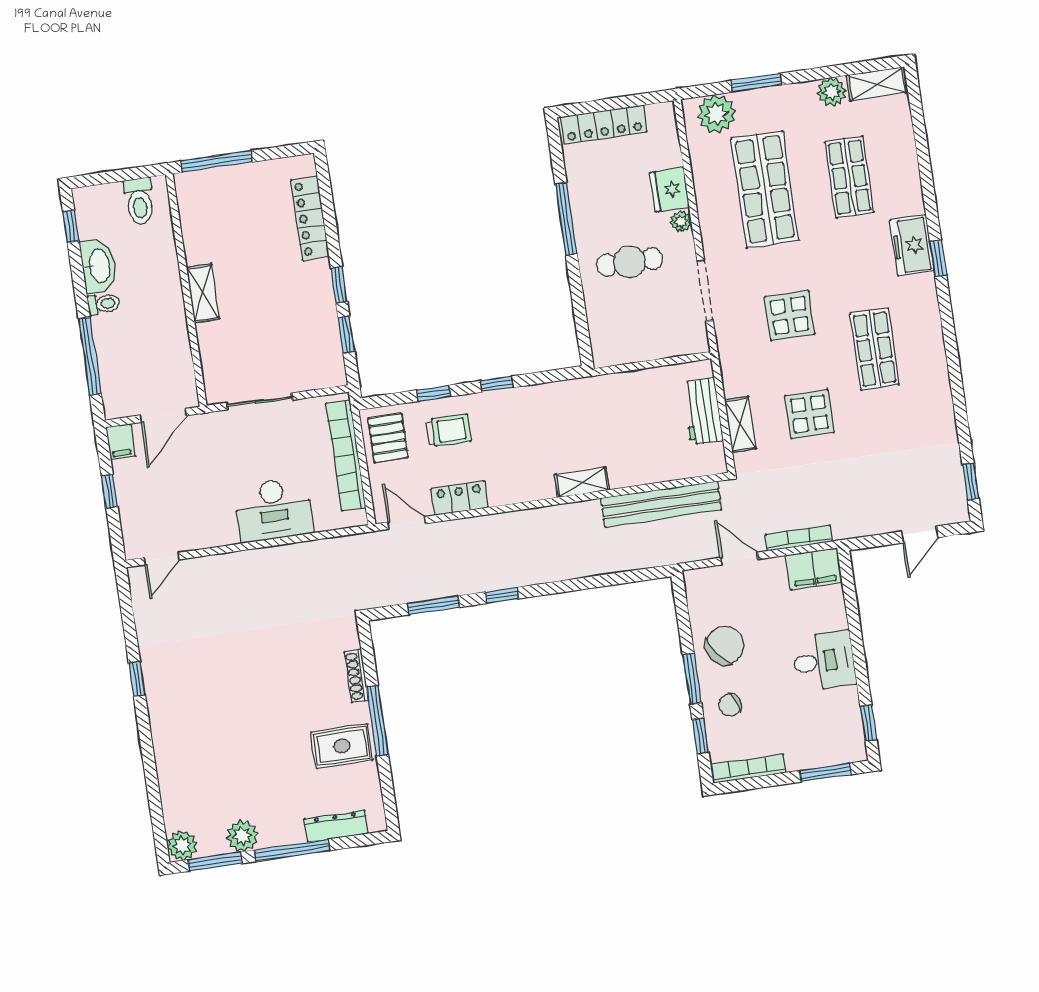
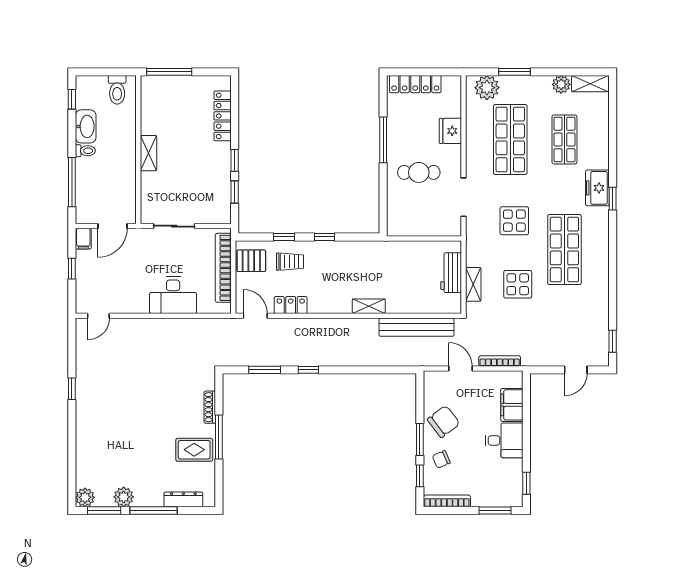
plant: (681, 221) -> (455, 152), removed
shop shelf: (875, 349) -> (564, 249), width x1.43, depth x1.36
pallet: (388, 438) -> (251, 261), turned 90
filing cabinet: (814, 569) -> (512, 405), moved, turned 90

